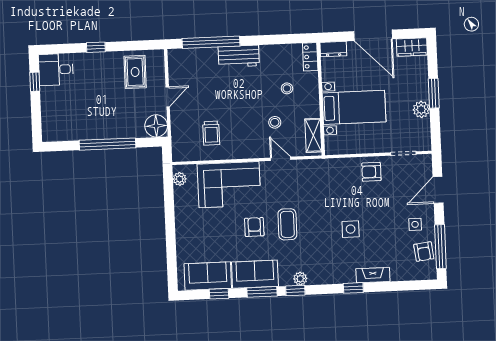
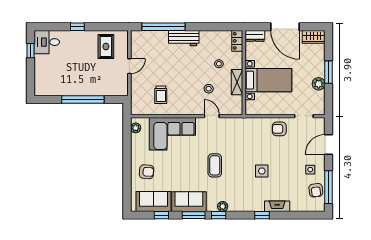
floor lamp: (156, 126) -> (120, 87), removed
shelving: (313, 135) -> (237, 82), moved
armchair: (254, 227) -> (147, 172), moved, turned 94

